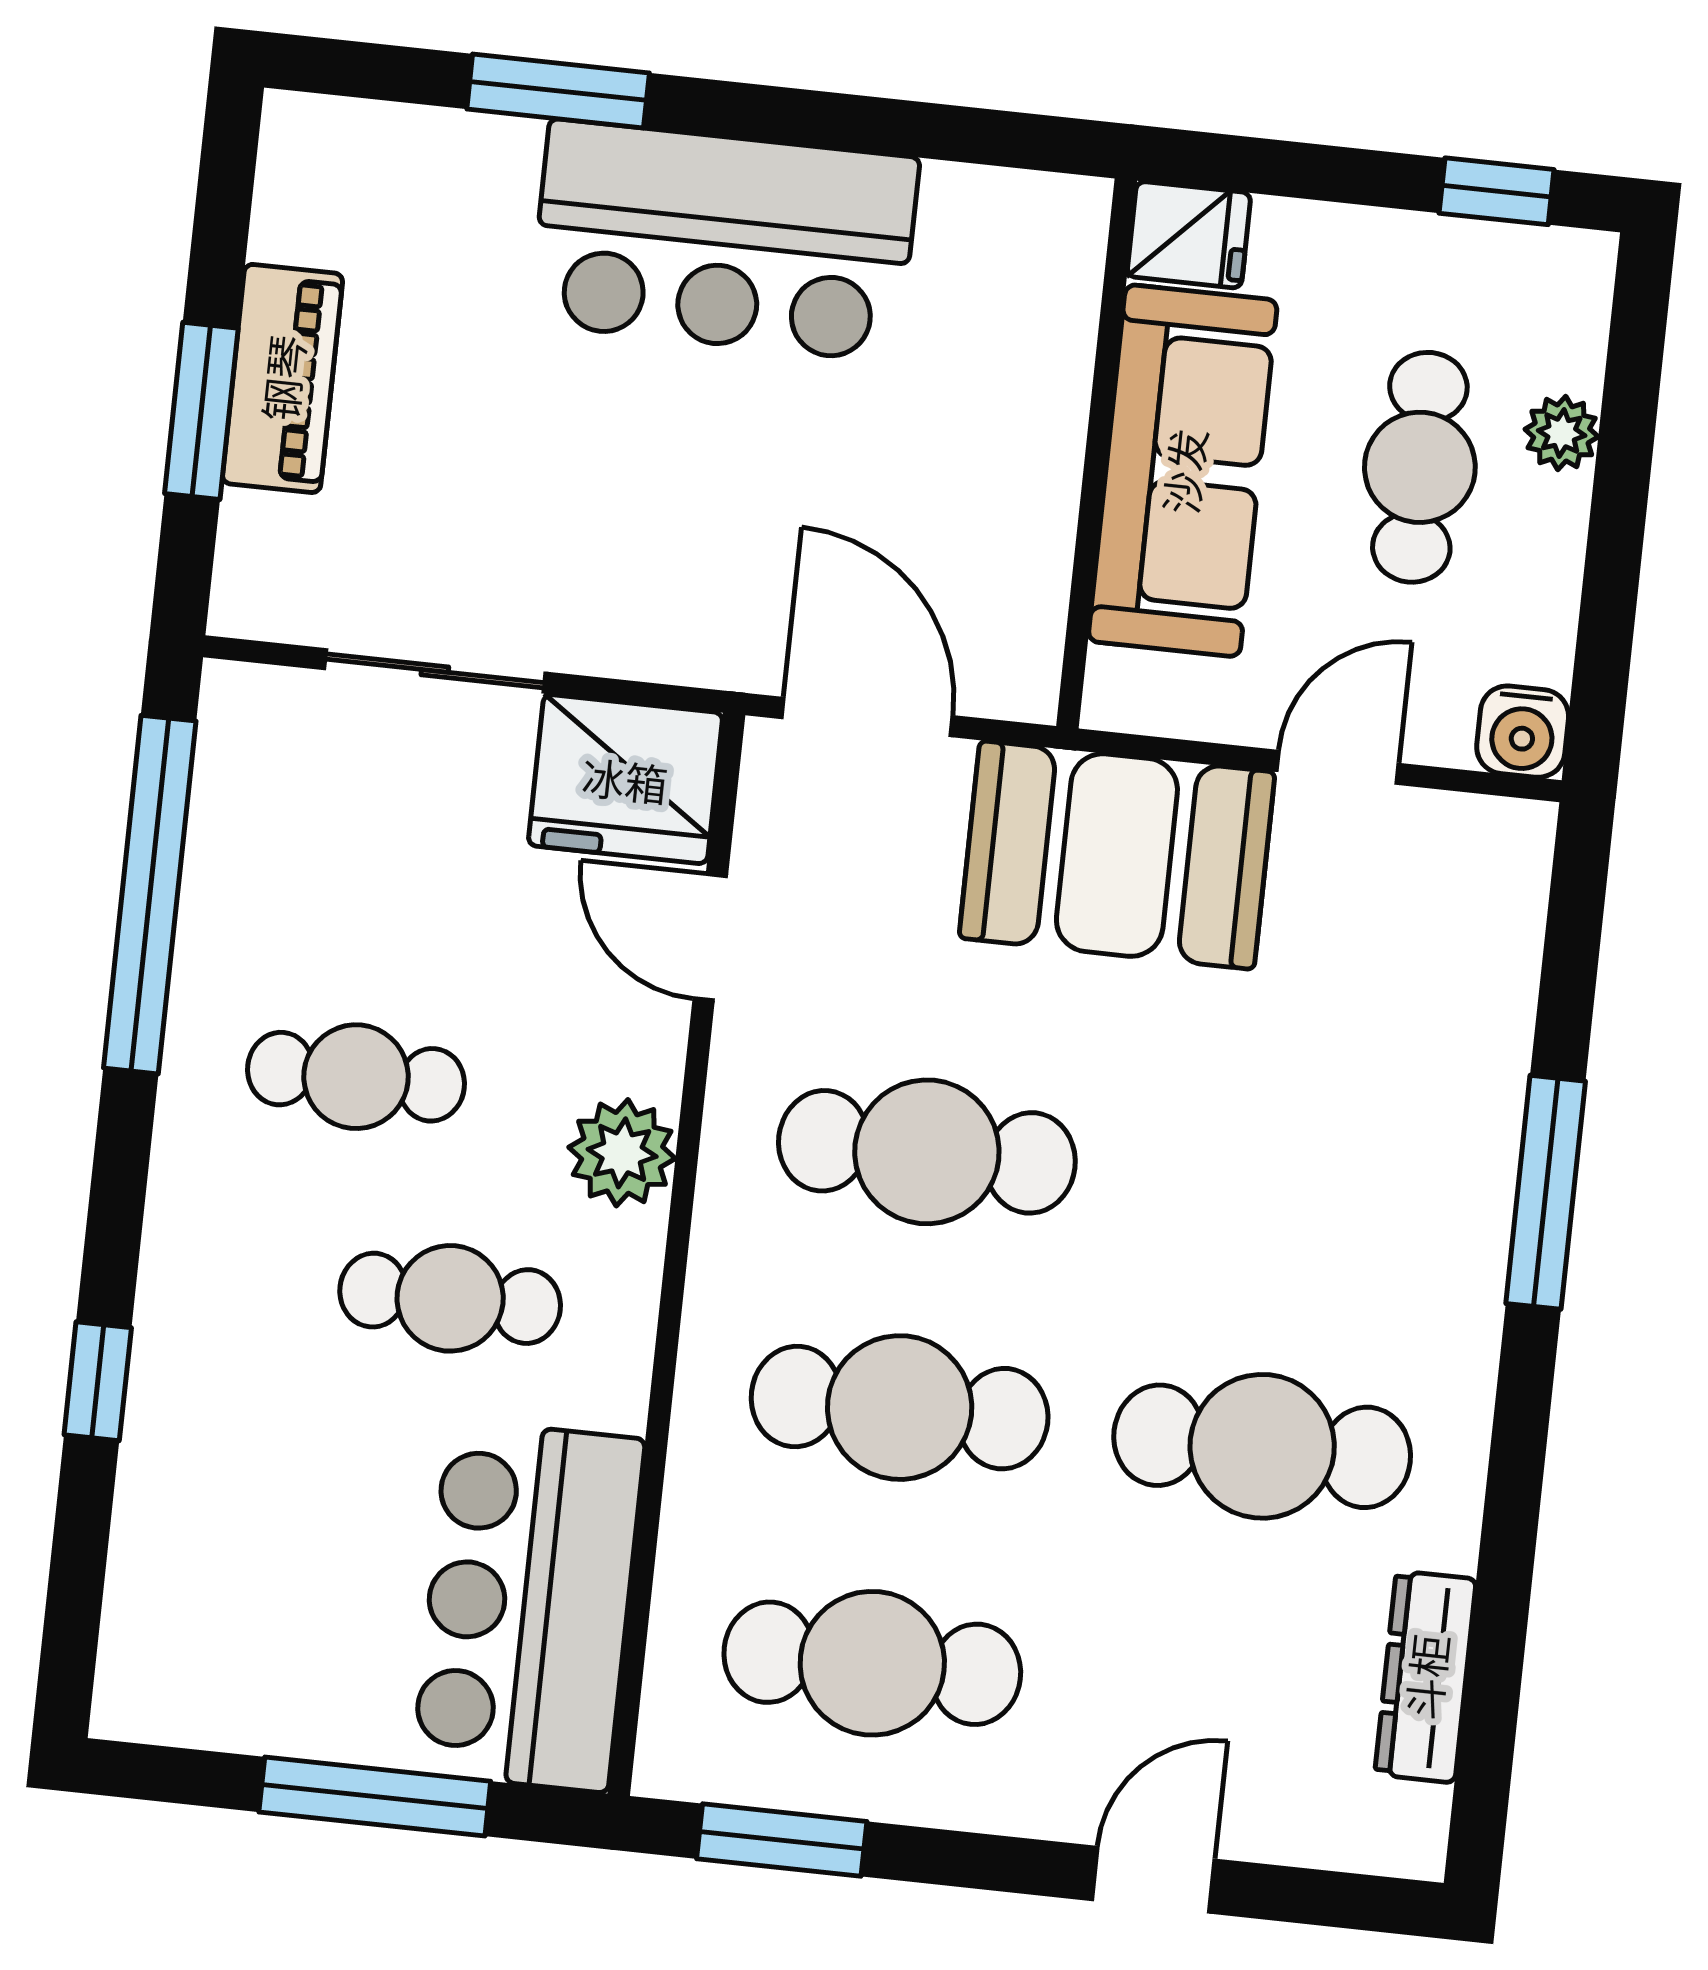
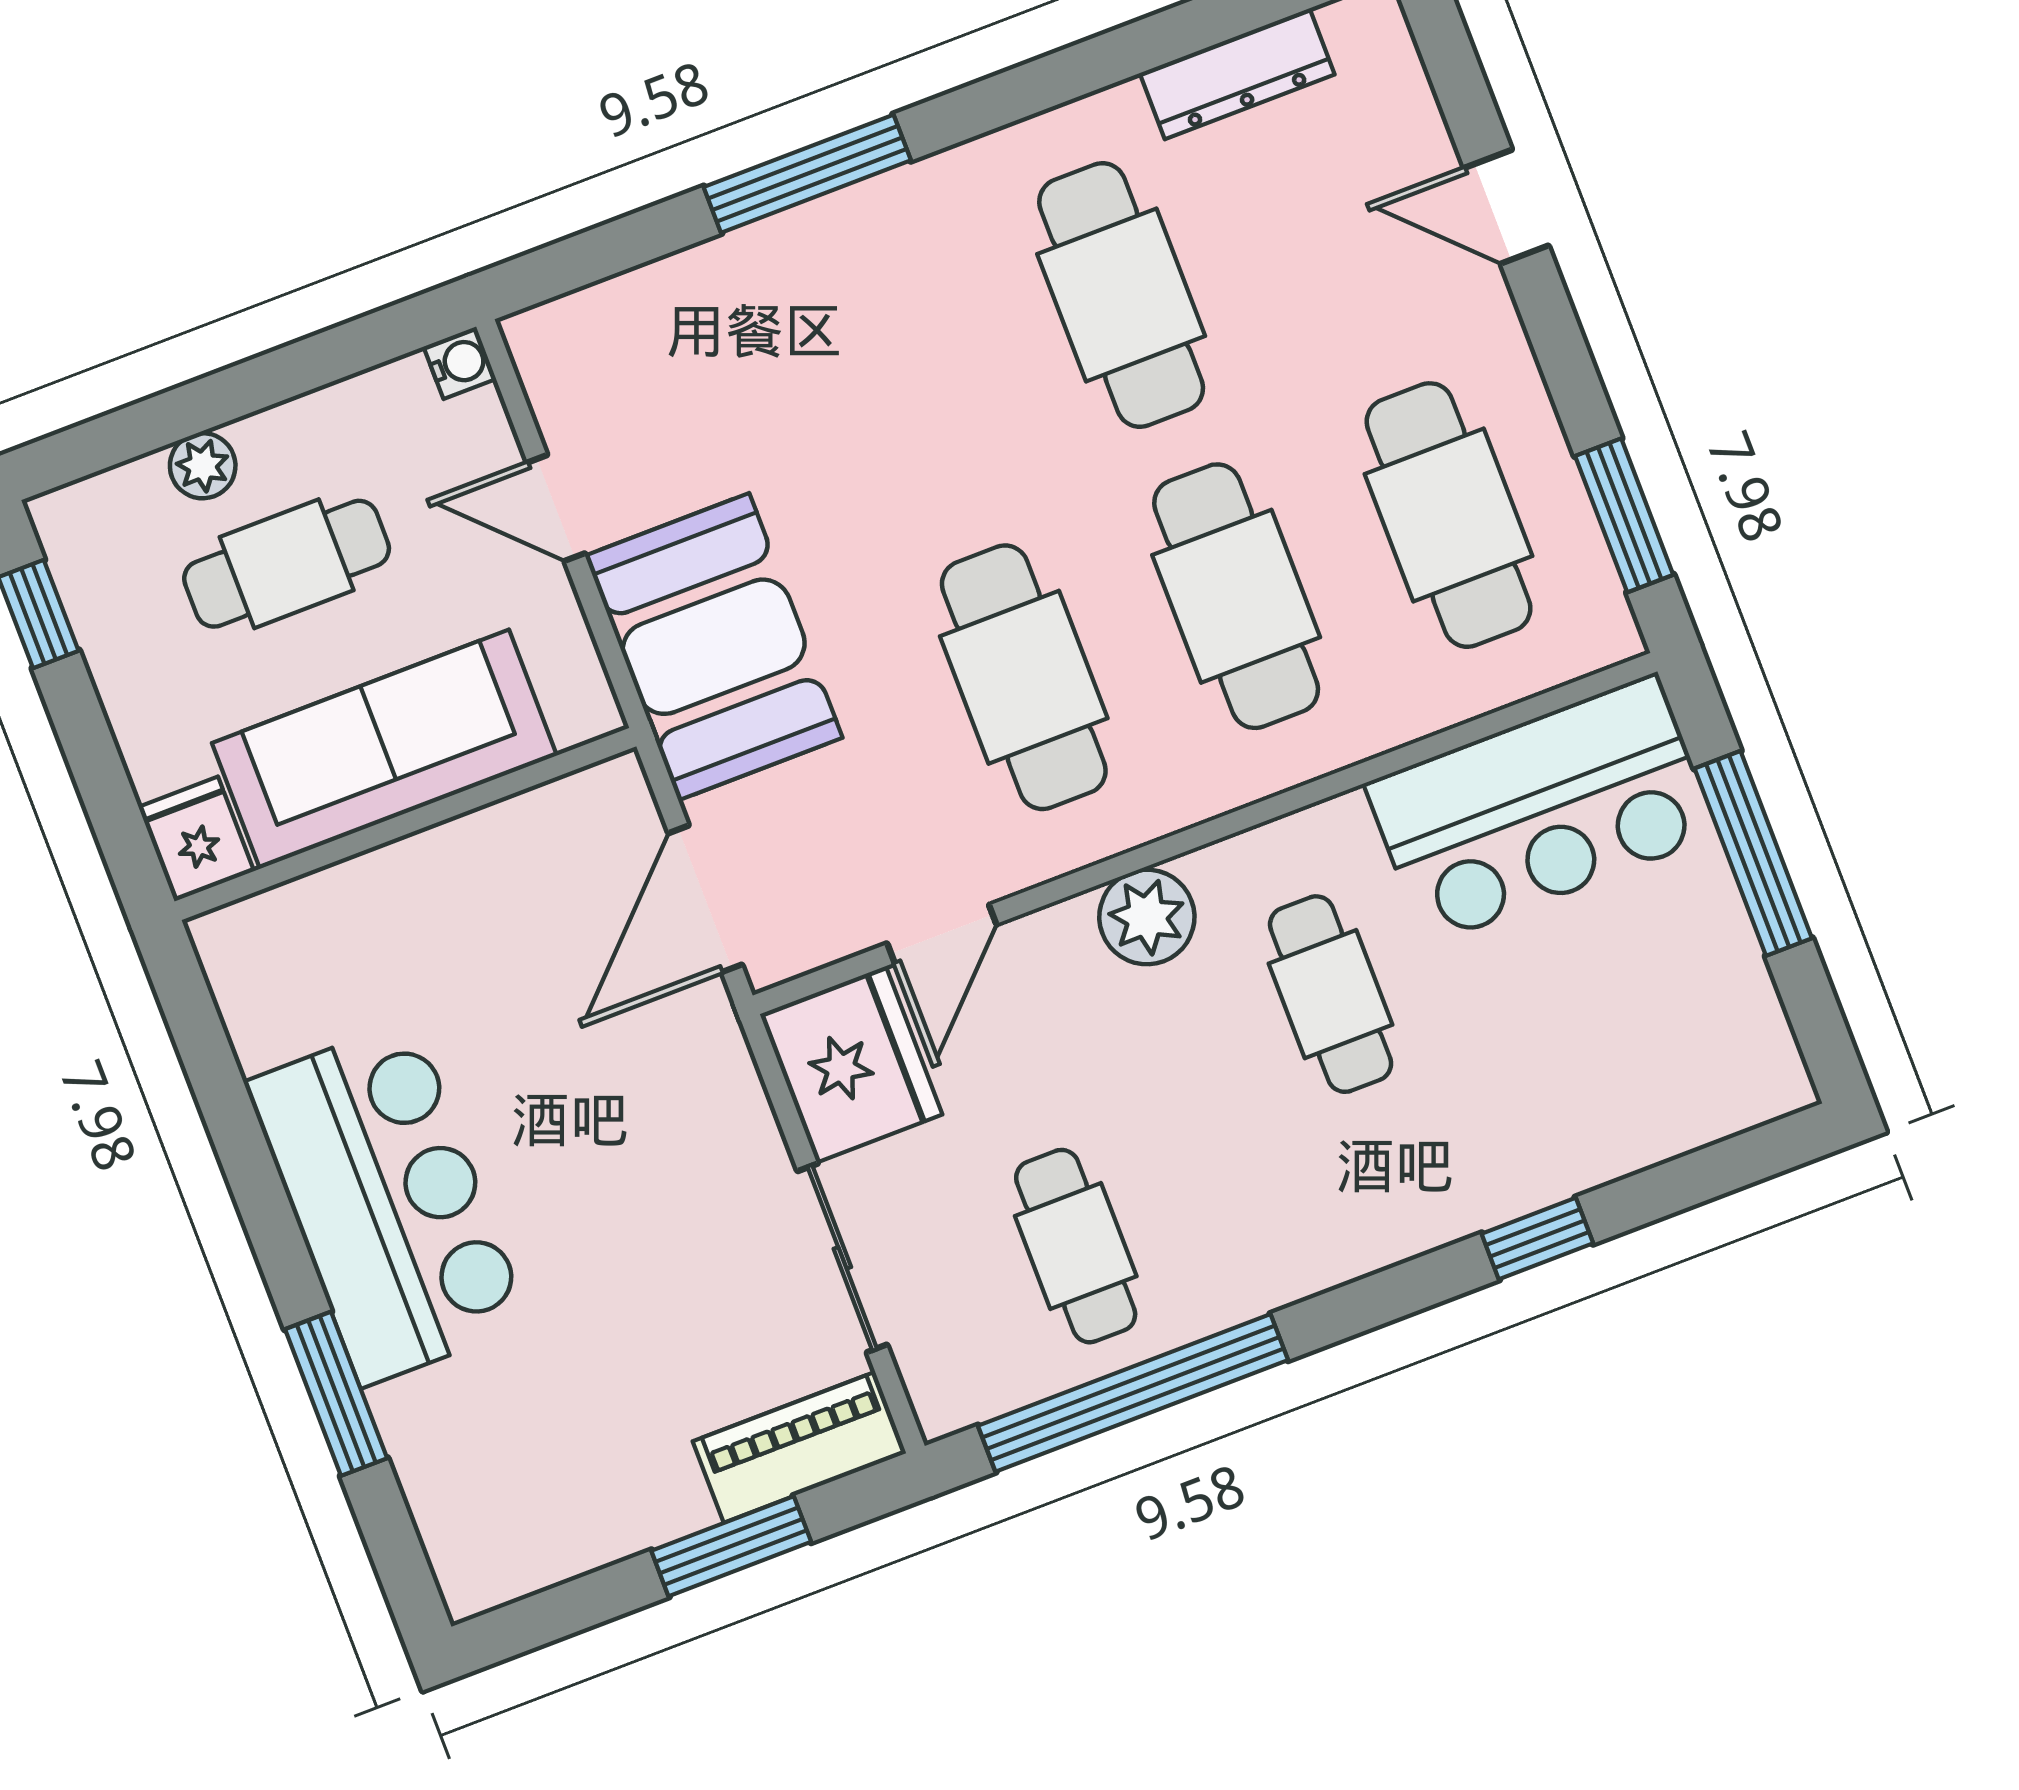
piano: (282, 378) -> (800, 1447), moved
water cooler: (1523, 732) -> (460, 363), width x0.72, depth x0.72
cafe table: (356, 1077) -> (1076, 1246), moved

